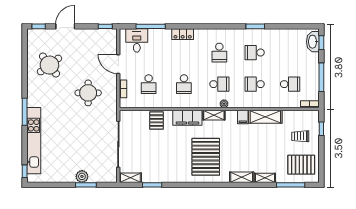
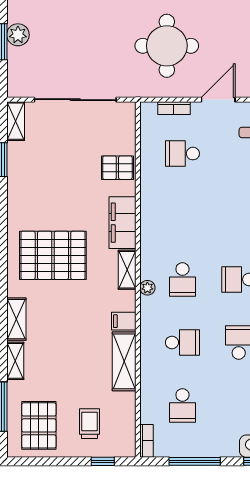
school desk: (184, 84) -> (182, 217), removed
school desk: (255, 84) -> (182, 342), turned 90
round table: (88, 93) -> (167, 46), width x1.36, depth x1.36

